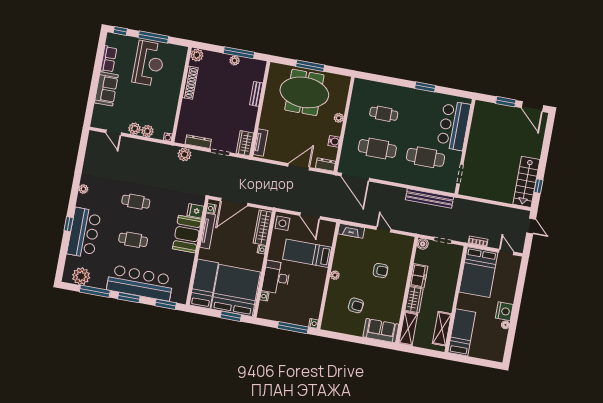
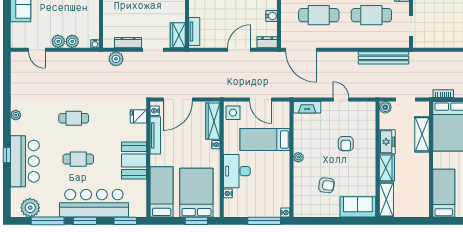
booth: (187, 234) -> (134, 160), moved
armchair: (381, 271) -> (346, 144), turned 90
bed: (236, 290) -> (196, 193), width x0.73
shelving: (442, 329) -> (422, 134), moved

